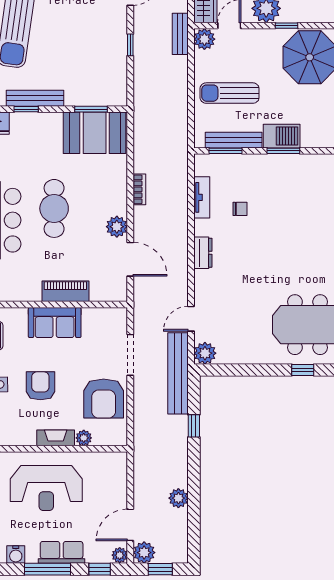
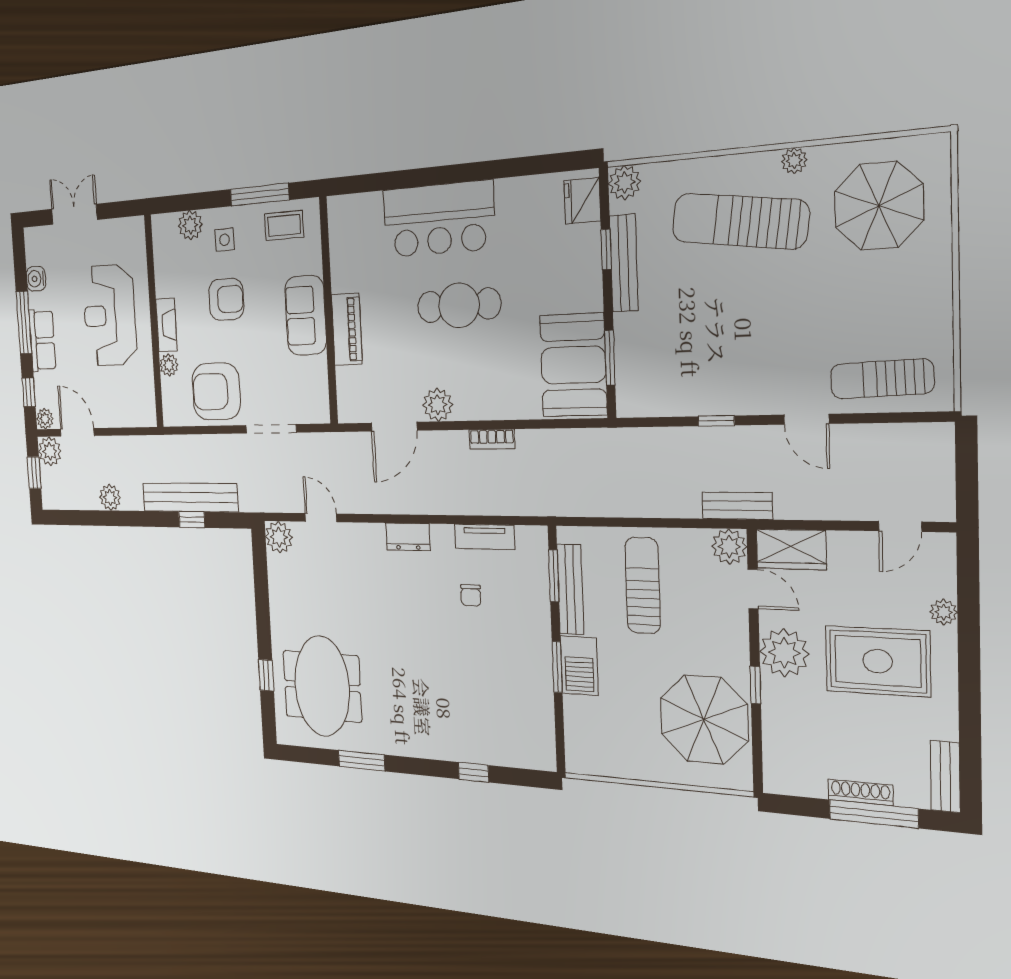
bench: (178, 373) -> (190, 497), moved

